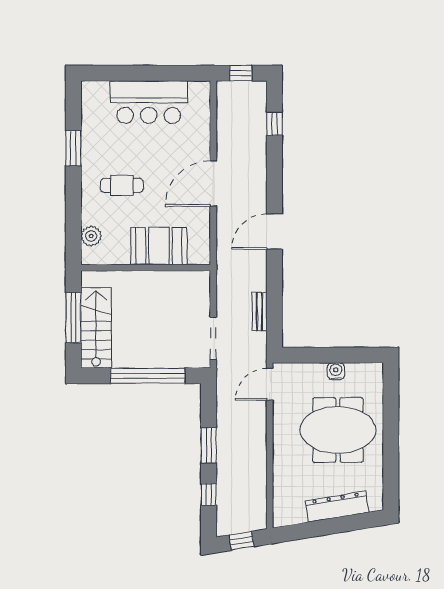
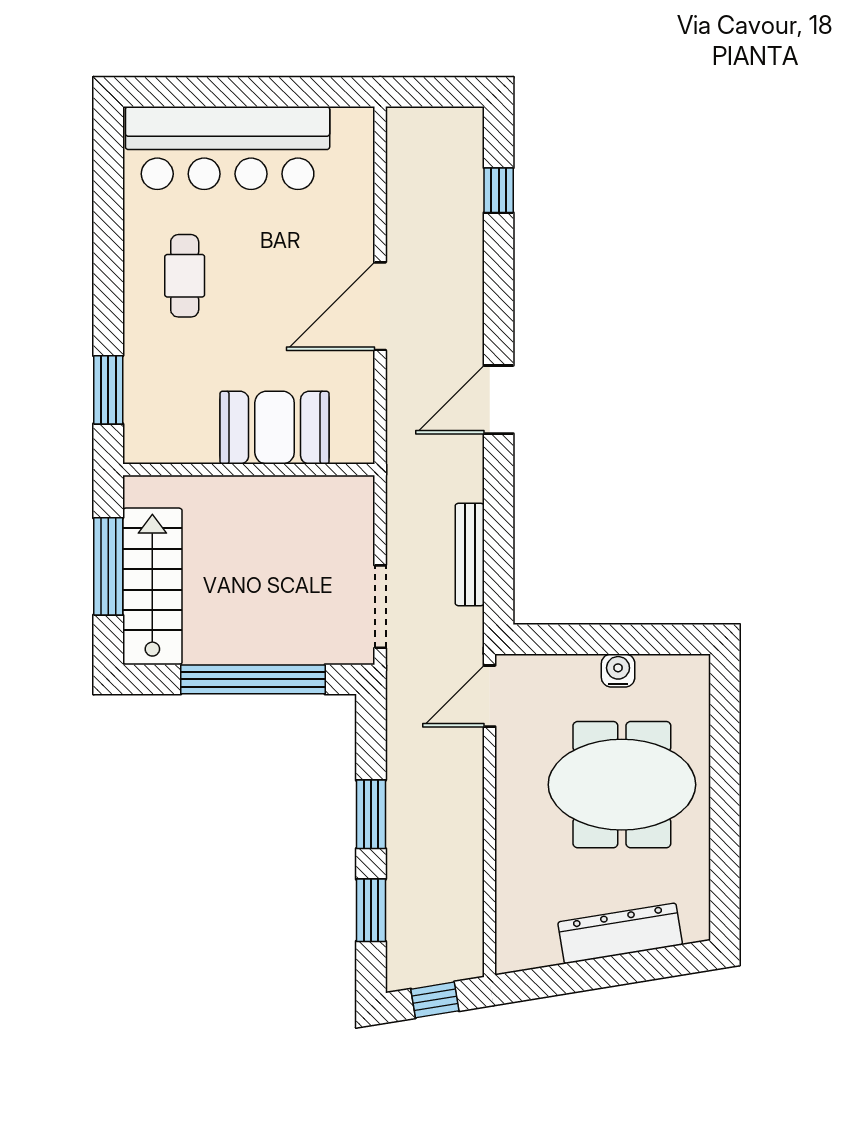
window: (241, 73) -> (434, 92), removed
bar counter: (149, 102) -> (228, 148), width x1.36
window: (73, 148) -> (108, 390), moved
cafe table: (122, 185) -> (185, 276), moved, turned 90
plant: (91, 236) -> (143, 408), removed
bench: (259, 311) -> (470, 554), width x1.36
window: (209, 495) -> (371, 910), width x1.50

